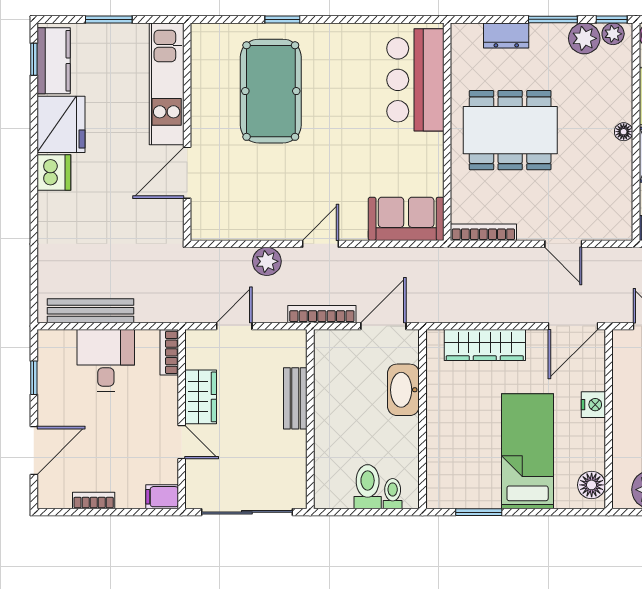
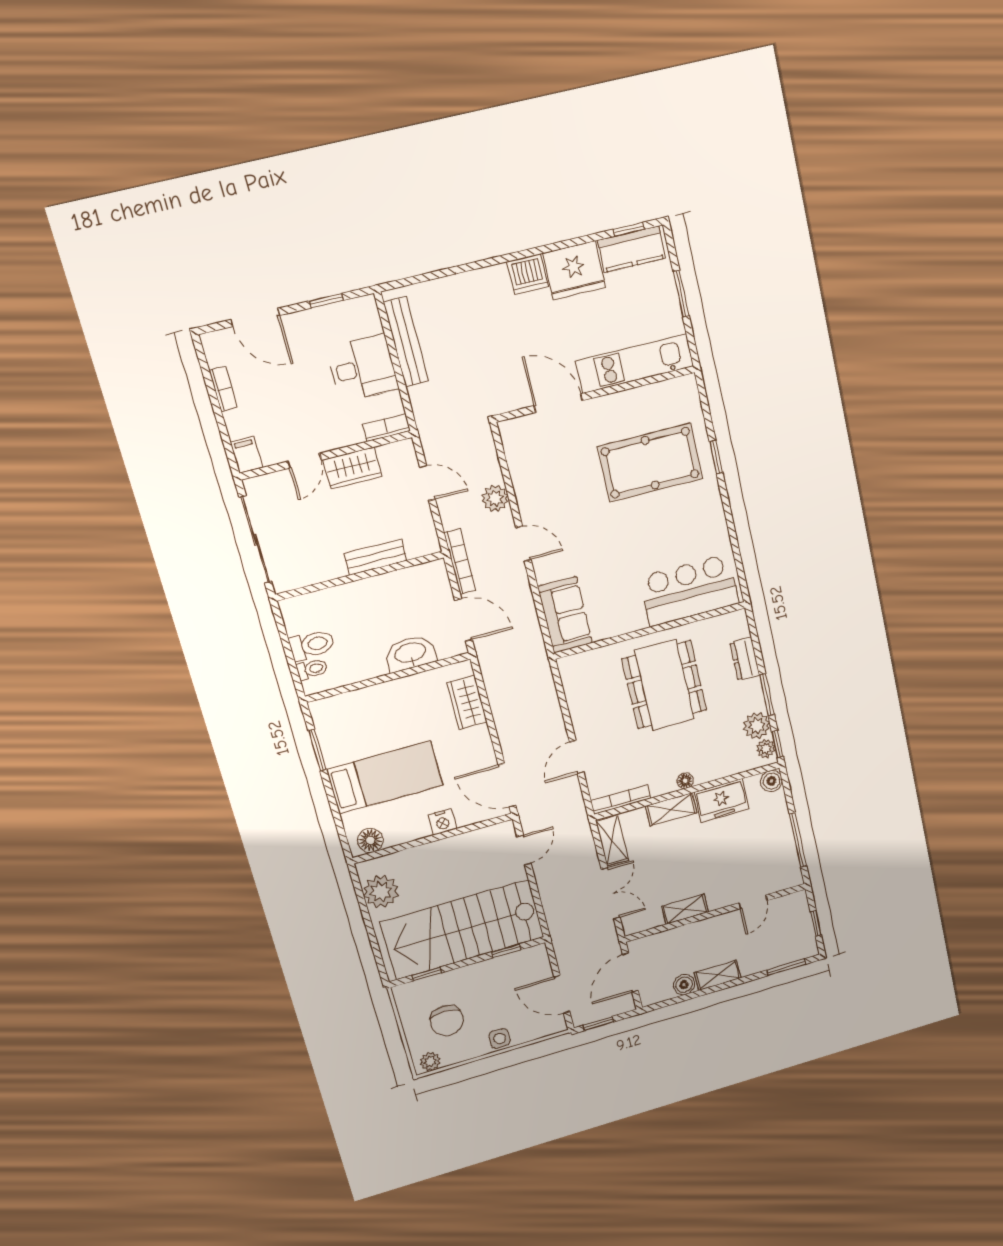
bookcase: (483, 232) -> (621, 800), moved, turned -90
wardrobe: (485, 345) -> (467, 702), width x0.67

